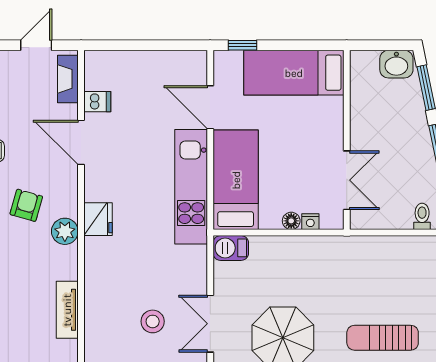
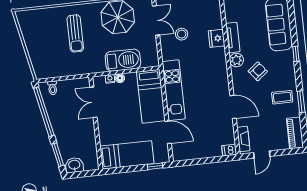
dishwasher: (97, 102) -> (229, 150), moved
armchair: (26, 205) -> (258, 71), turned -144
fridge: (98, 219) -> (217, 38), moved
barbecue: (231, 248) -> (123, 60), moved, width x1.88, depth x1.53
tv unit: (67, 310) -> (233, 37), moved
stool: (153, 321) -> (182, 34), moved
sun lounger: (383, 338) -> (75, 33), moved, turned 90

